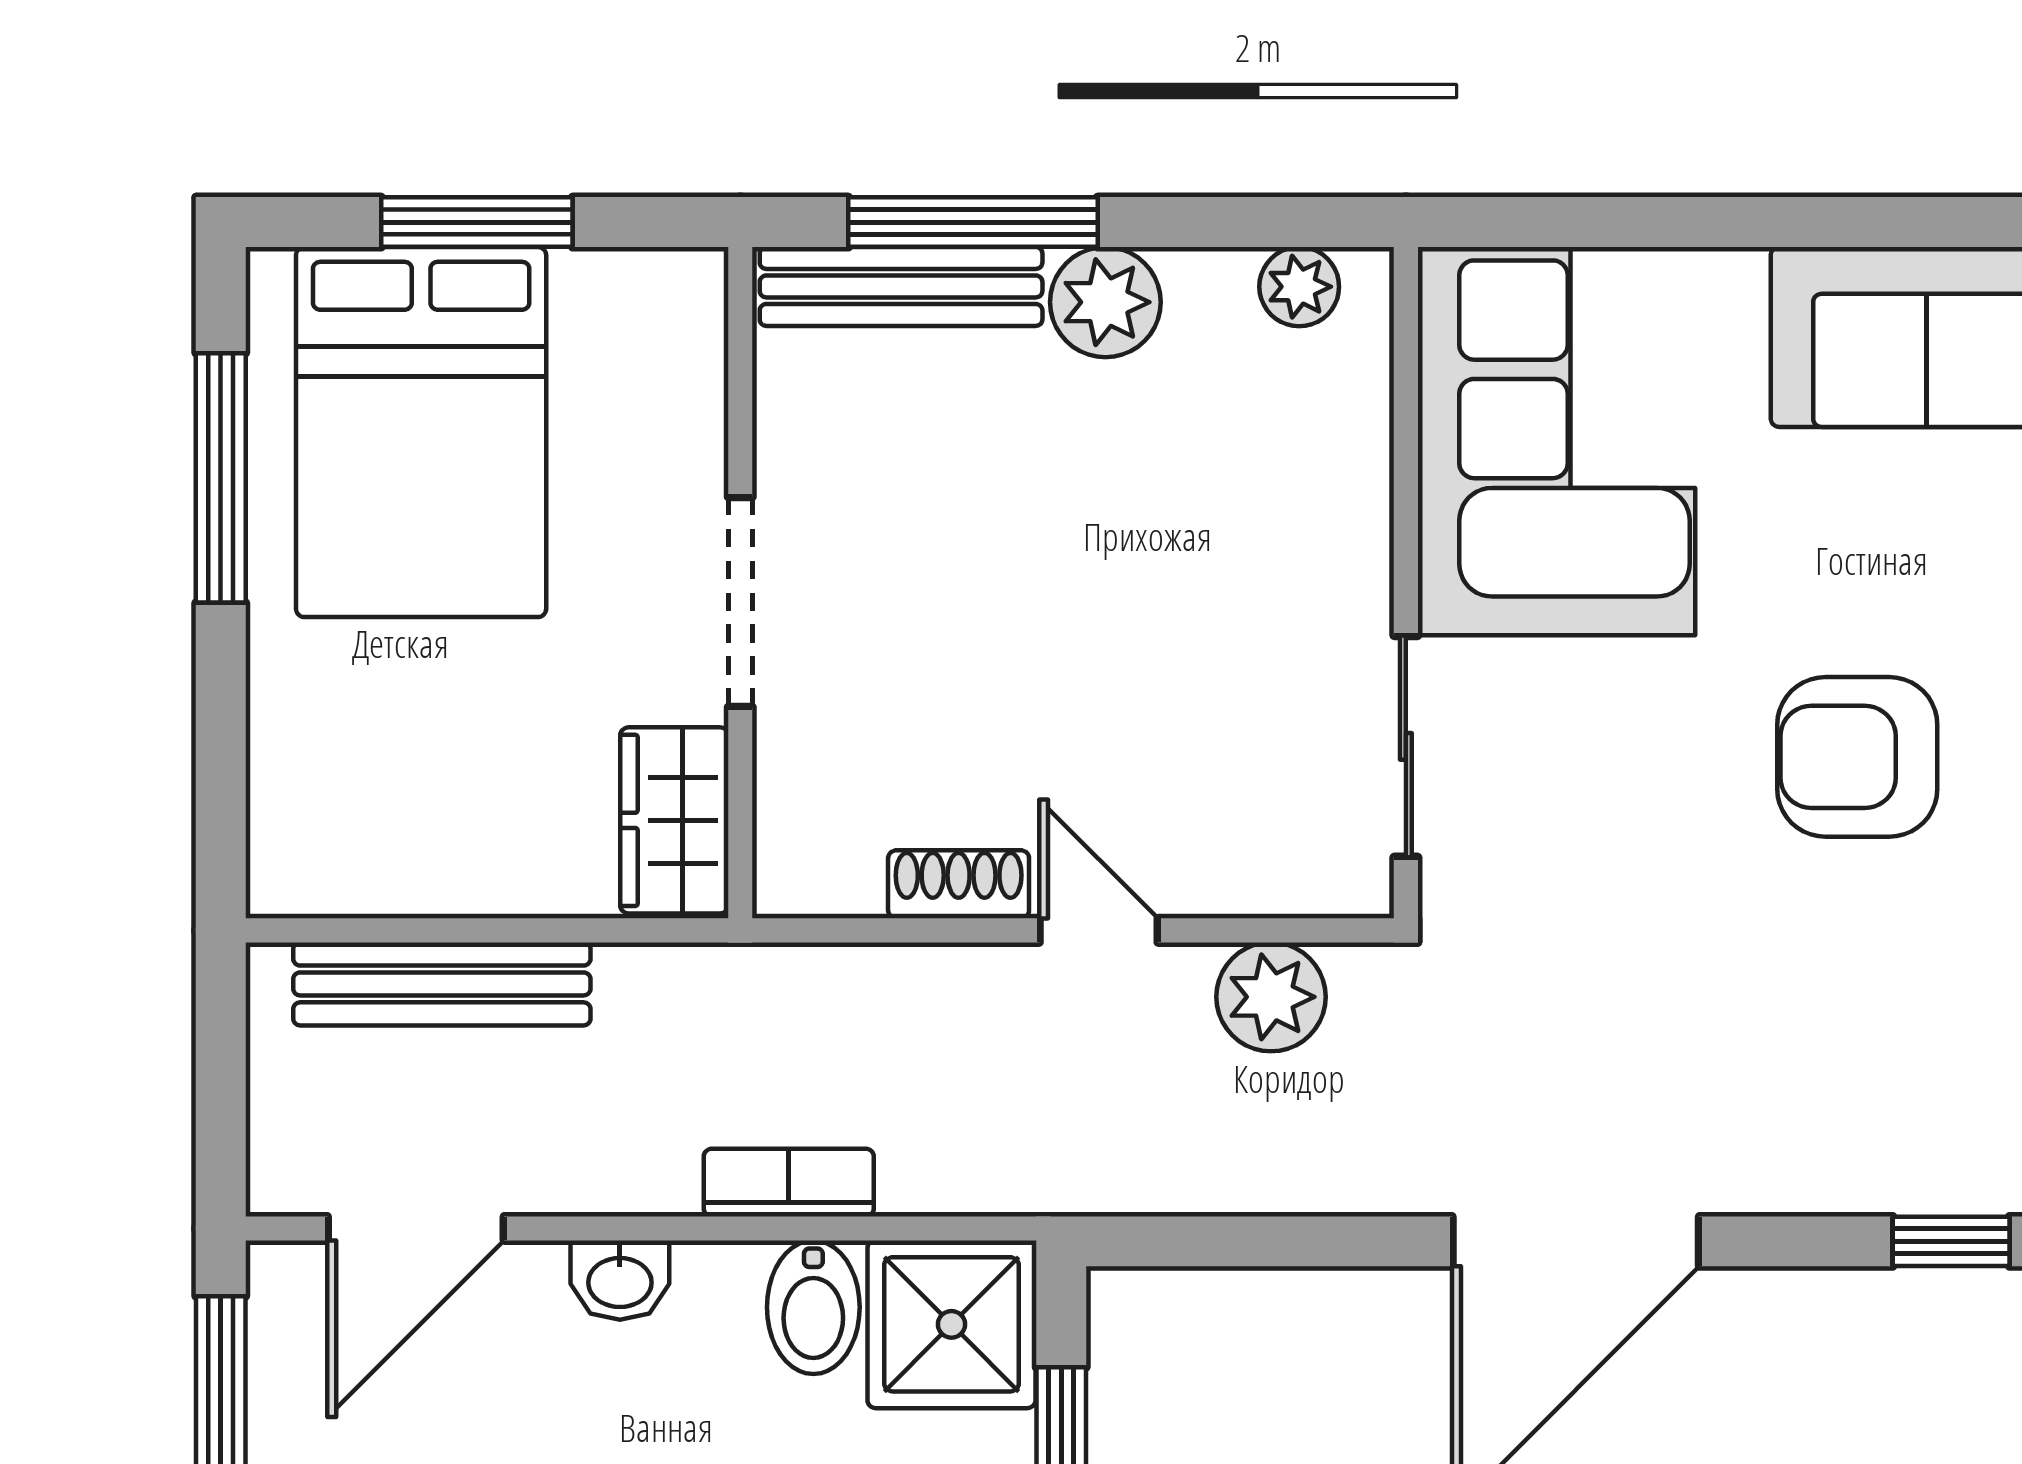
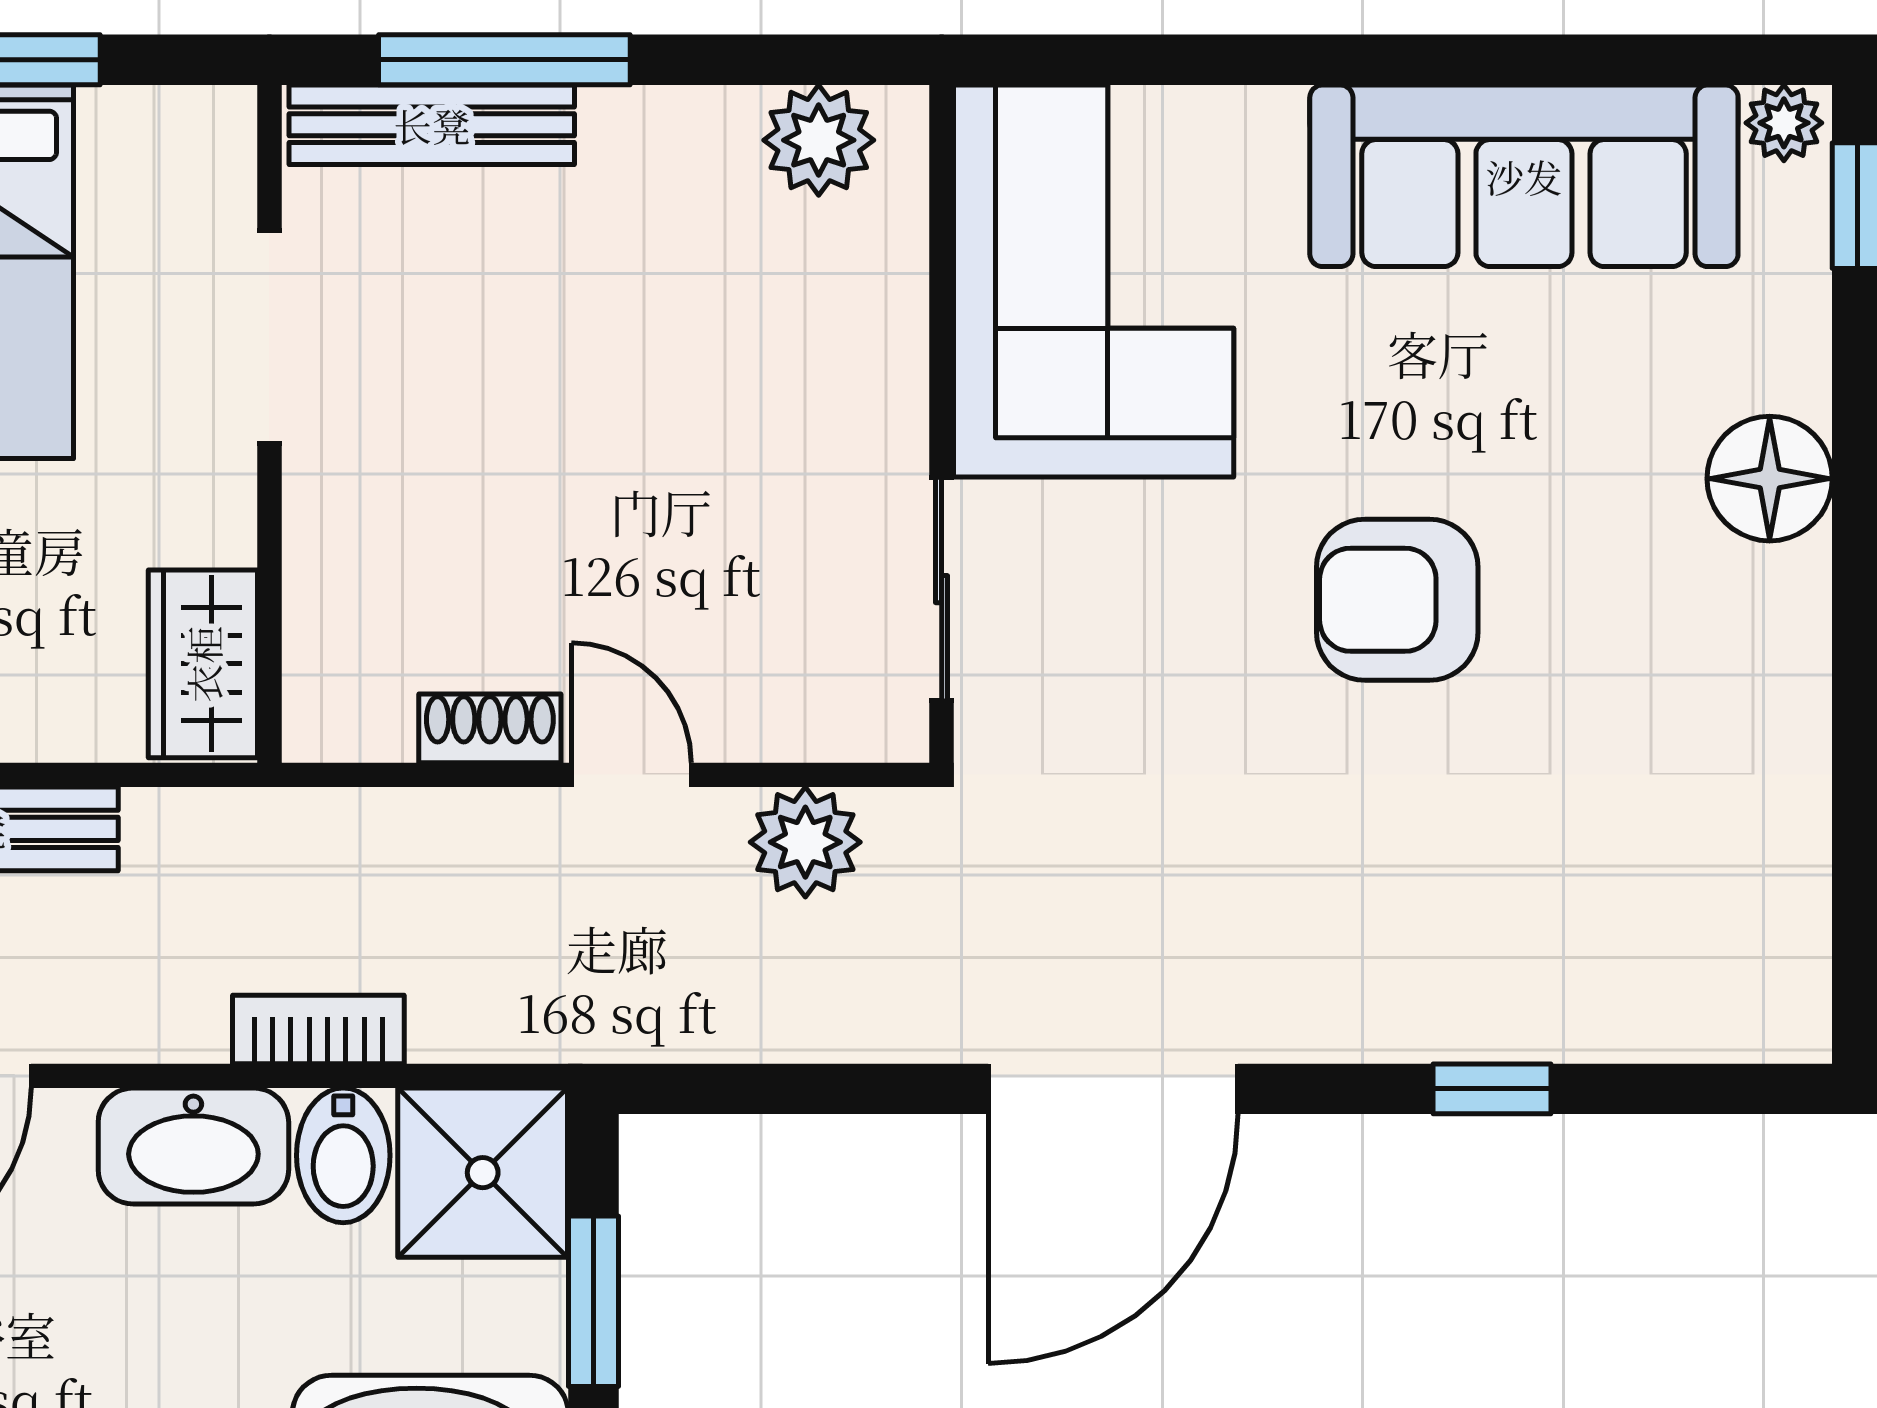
plant: (1299, 287) -> (819, 140), width x1.38, depth x1.38
plant: (1105, 302) -> (638, 141), removed
doorway: (740, 602) -> (269, 337), moved
washbasin: (620, 1280) -> (193, 1146), width x1.91, depth x1.45

